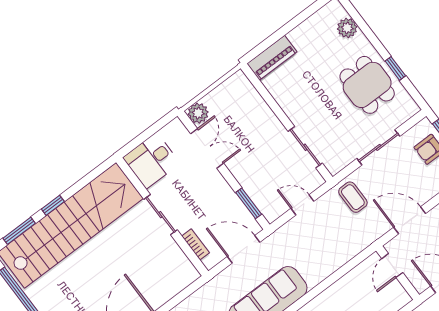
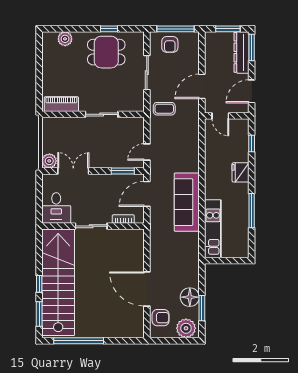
piano: (272, 58) -> (61, 104), moved, turned -90
sliding door: (305, 147) -> (102, 114), moved
door: (302, 205) -> (147, 152), moved

